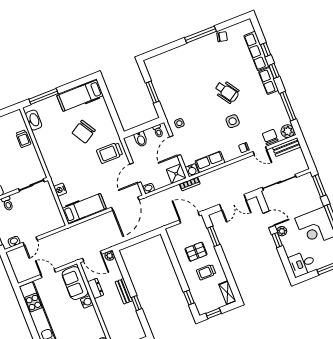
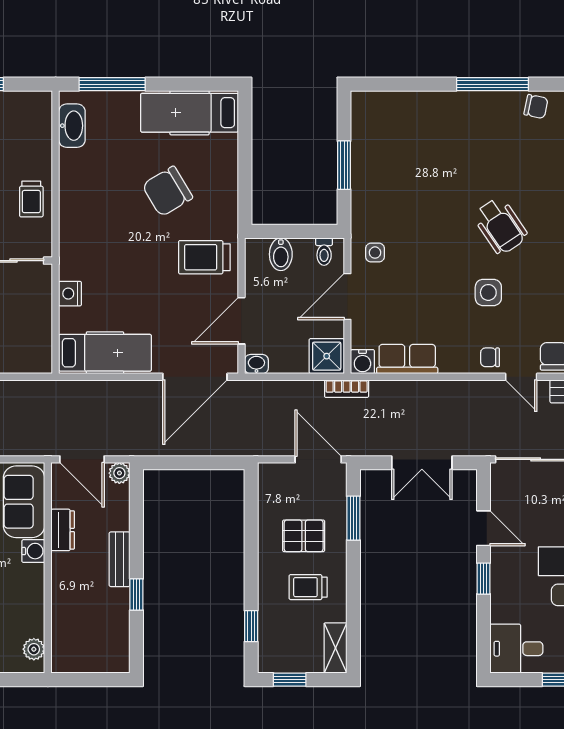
trolley: (23, 139) -> (31, 199), moved
plant: (282, 231) -> (501, 564), removed

